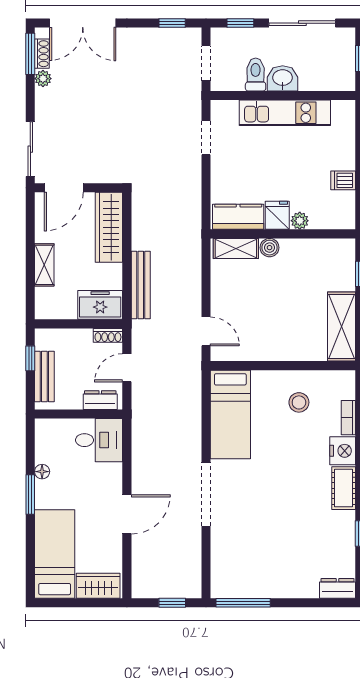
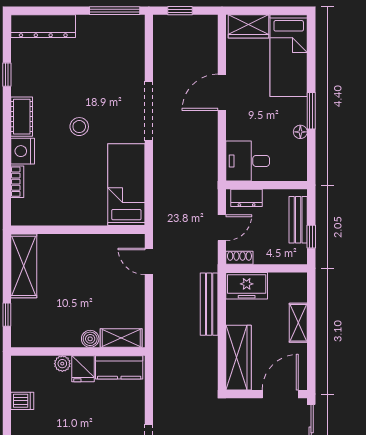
stool: (299, 402) -> (79, 127), moved
dresser: (337, 588) -> (43, 26), width x1.96, depth x1.24

